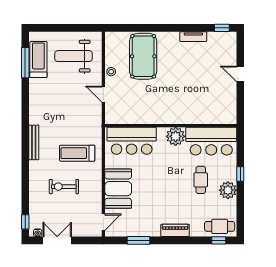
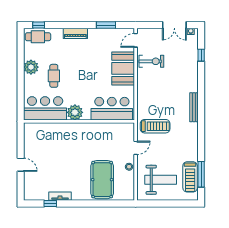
window: (222, 28) -> (50, 203), moved
door: (103, 94) -> (136, 148), hinge flipped
treadmill: (77, 153) -> (155, 126), moved
window: (240, 174) -> (21, 81), removed
exercise bike: (64, 187) -> (151, 61), moved
window: (25, 222) -> (201, 55), moved

